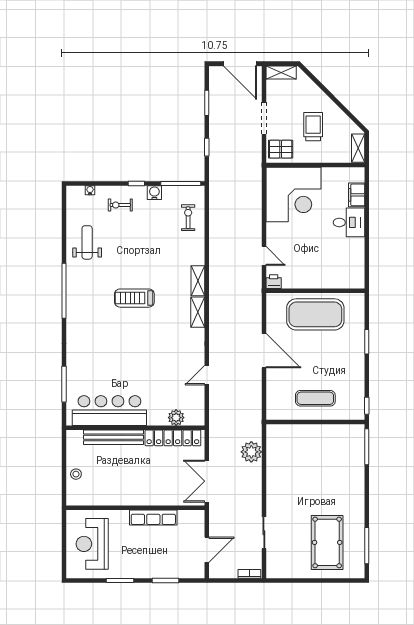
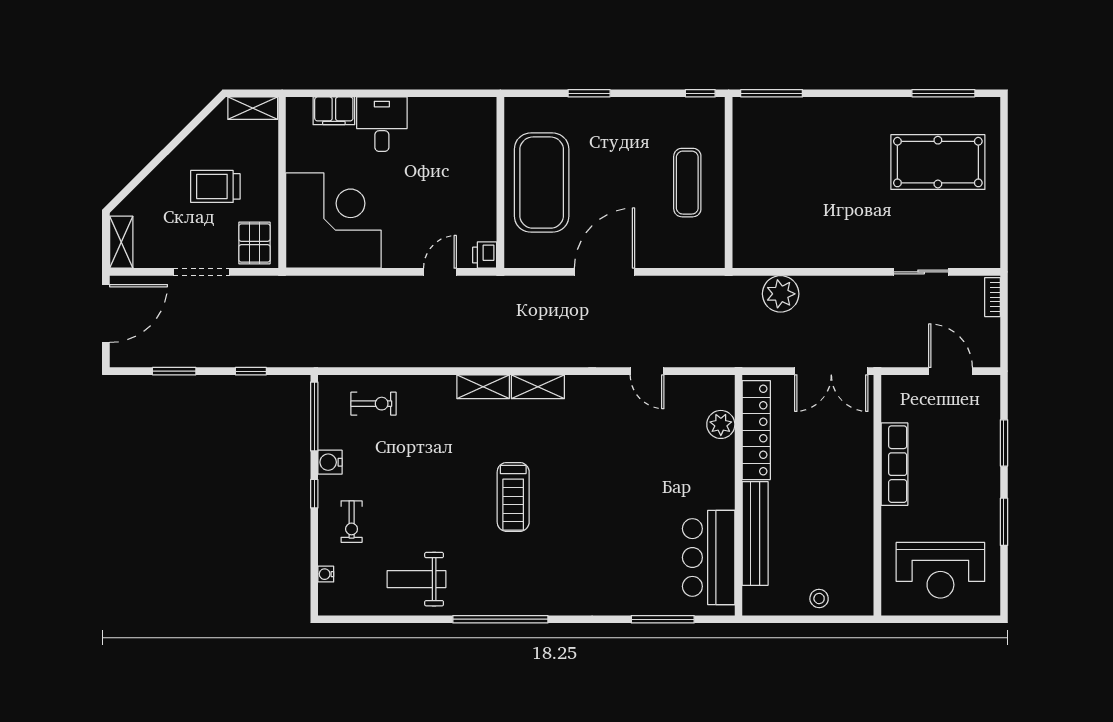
exercise bike: (188, 218) -> (374, 404), turned 180
bar counter: (109, 411) -> (709, 557), width x0.73

